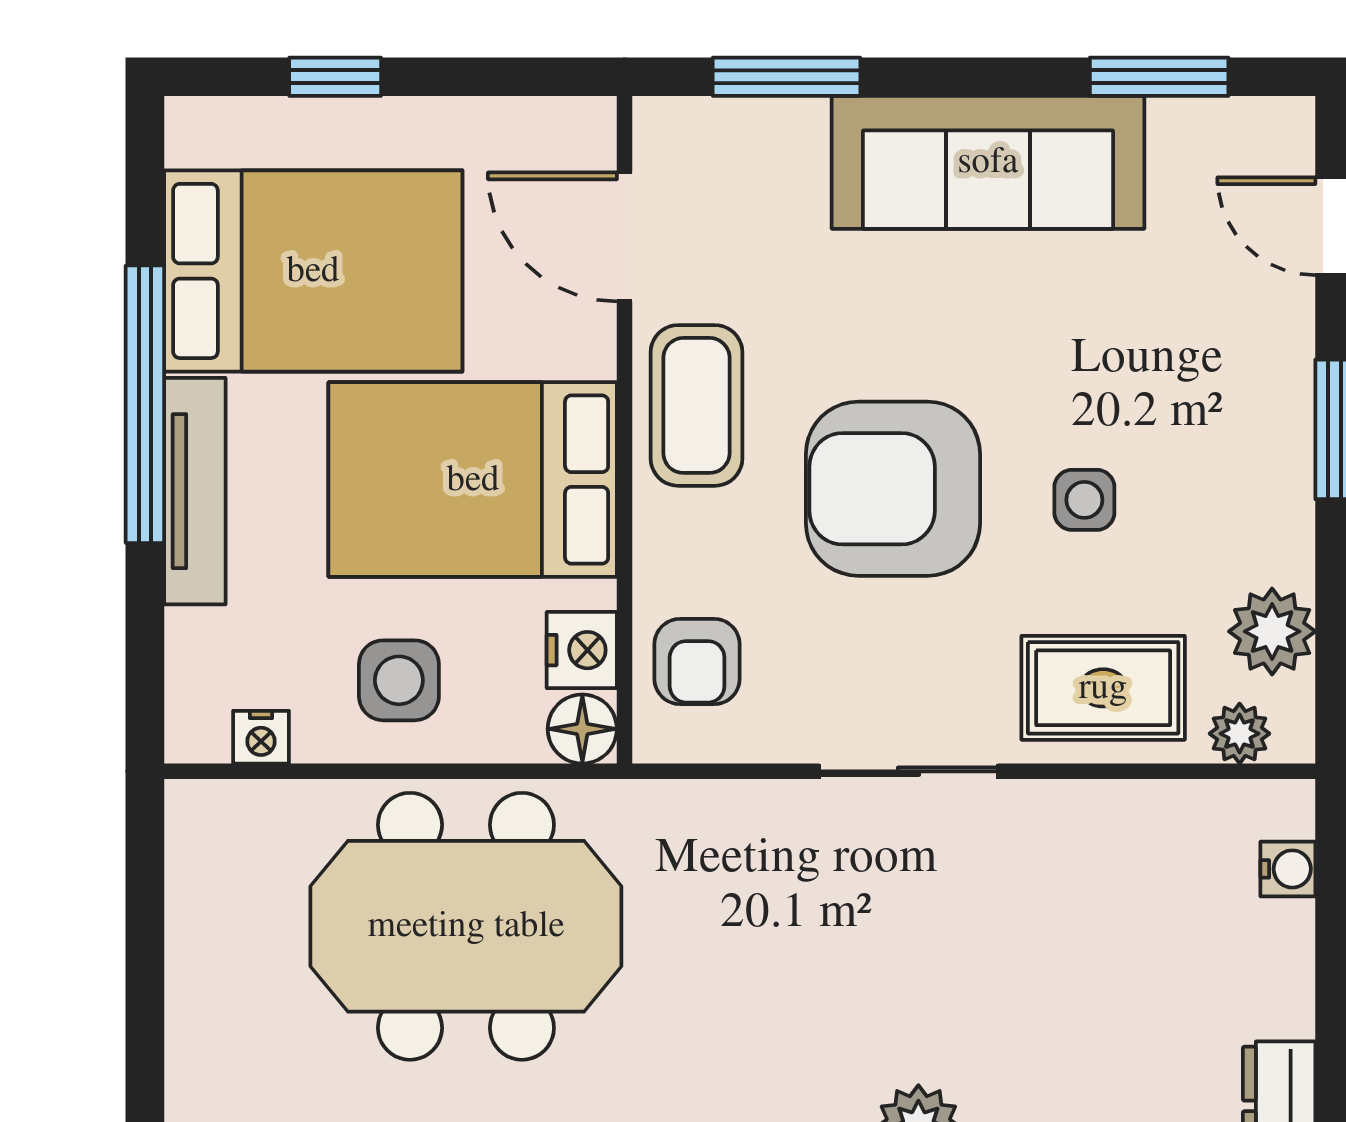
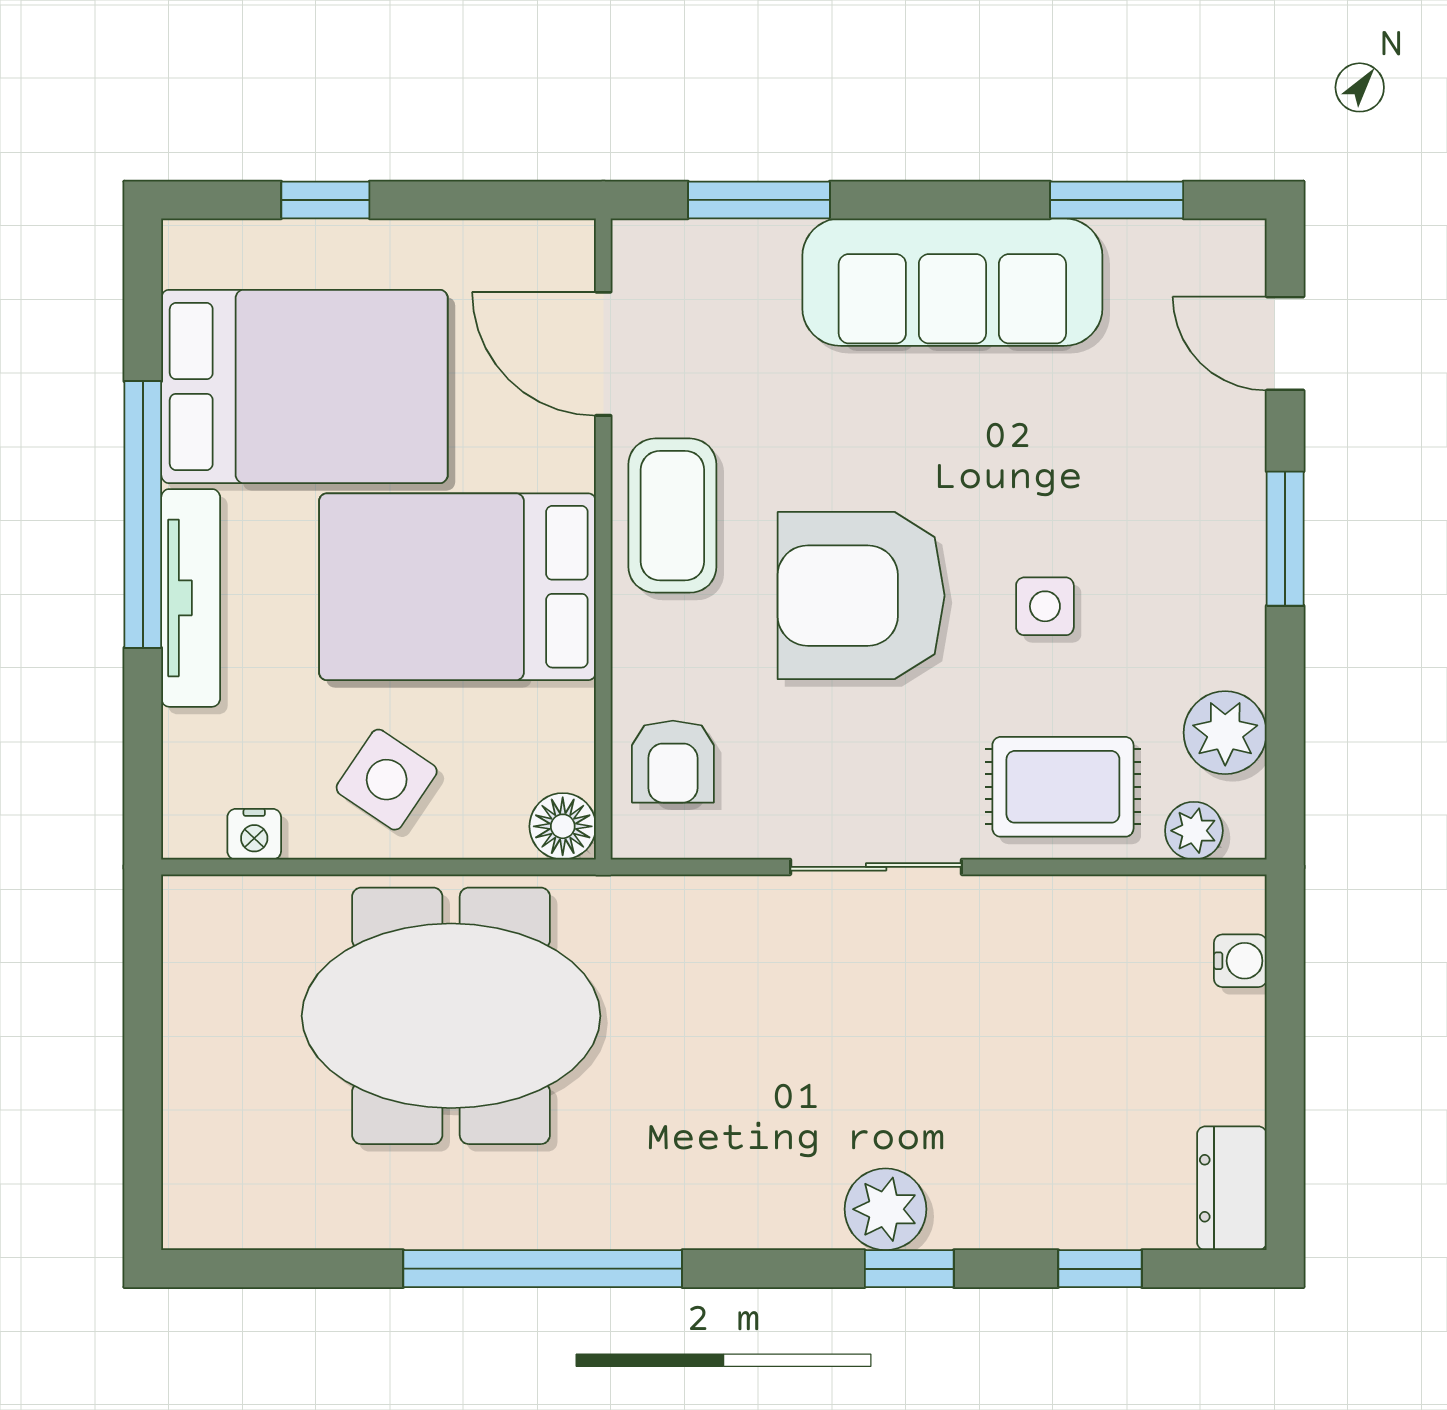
nightstand: (582, 650) -> (562, 751), removed
side table: (399, 680) -> (387, 780), turned 34

